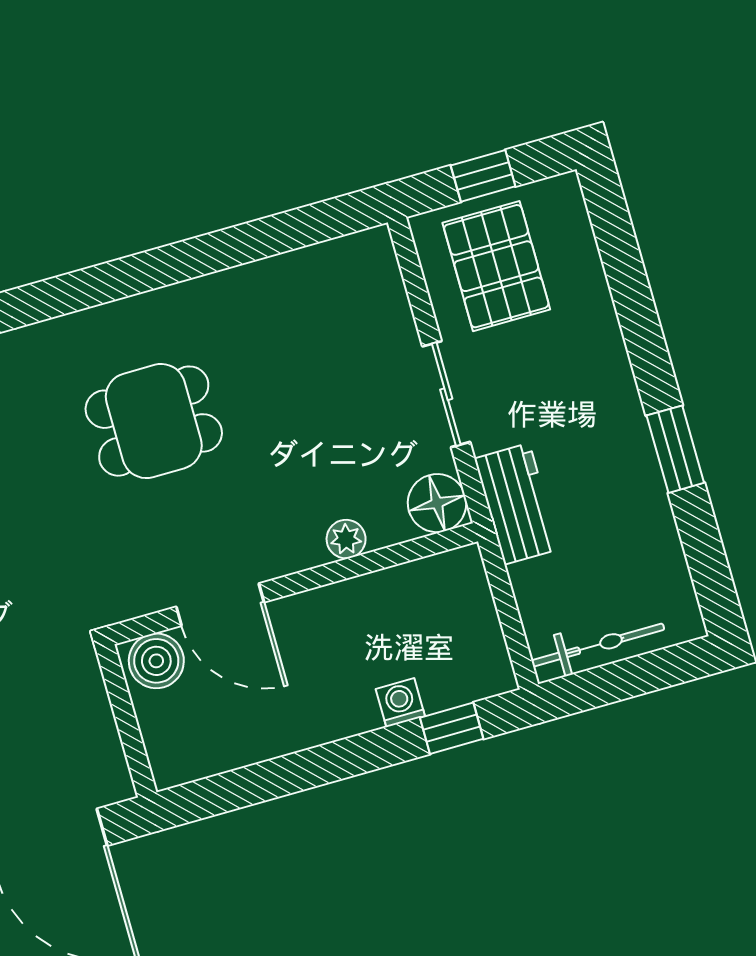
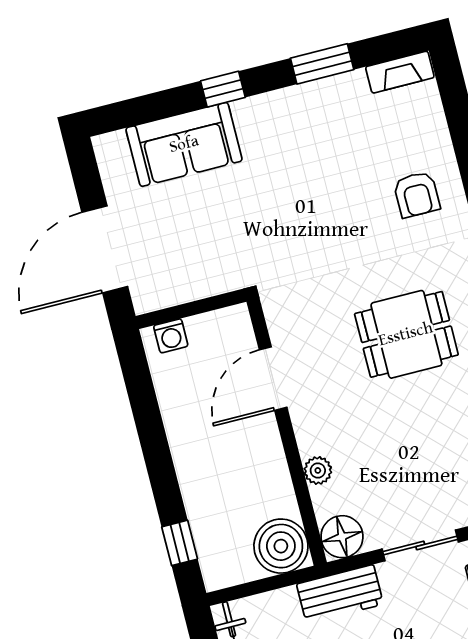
dining table: (154, 421) -> (406, 334), turned 90
boiler: (156, 661) -> (281, 546), moved, width x1.37, depth x1.37
washing machine: (400, 703) -> (171, 336), moved, turned 90

